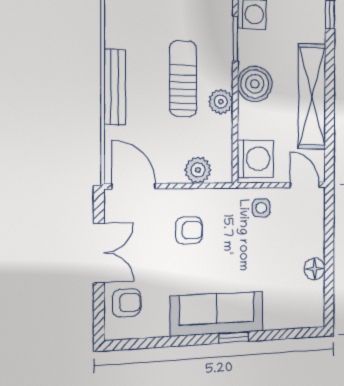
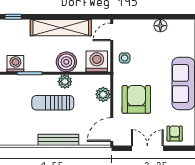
boiler: (255, 84) -> (66, 62), moved
armchair: (189, 230) -> (136, 99), width x1.88, depth x1.88

